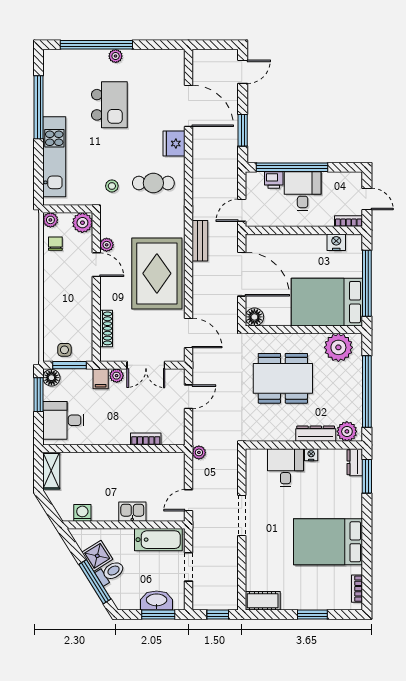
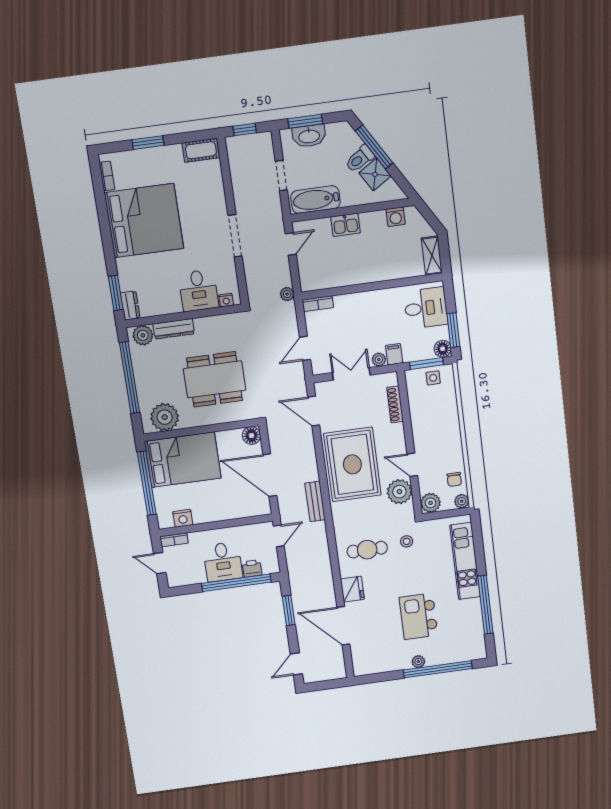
plant: (107, 245) -> (399, 492), width x1.88, depth x1.88
bookcase: (146, 439) -> (318, 304), moved
nightstand: (311, 455) -> (226, 300), moved
bed: (328, 542) -> (144, 221), width x1.36

